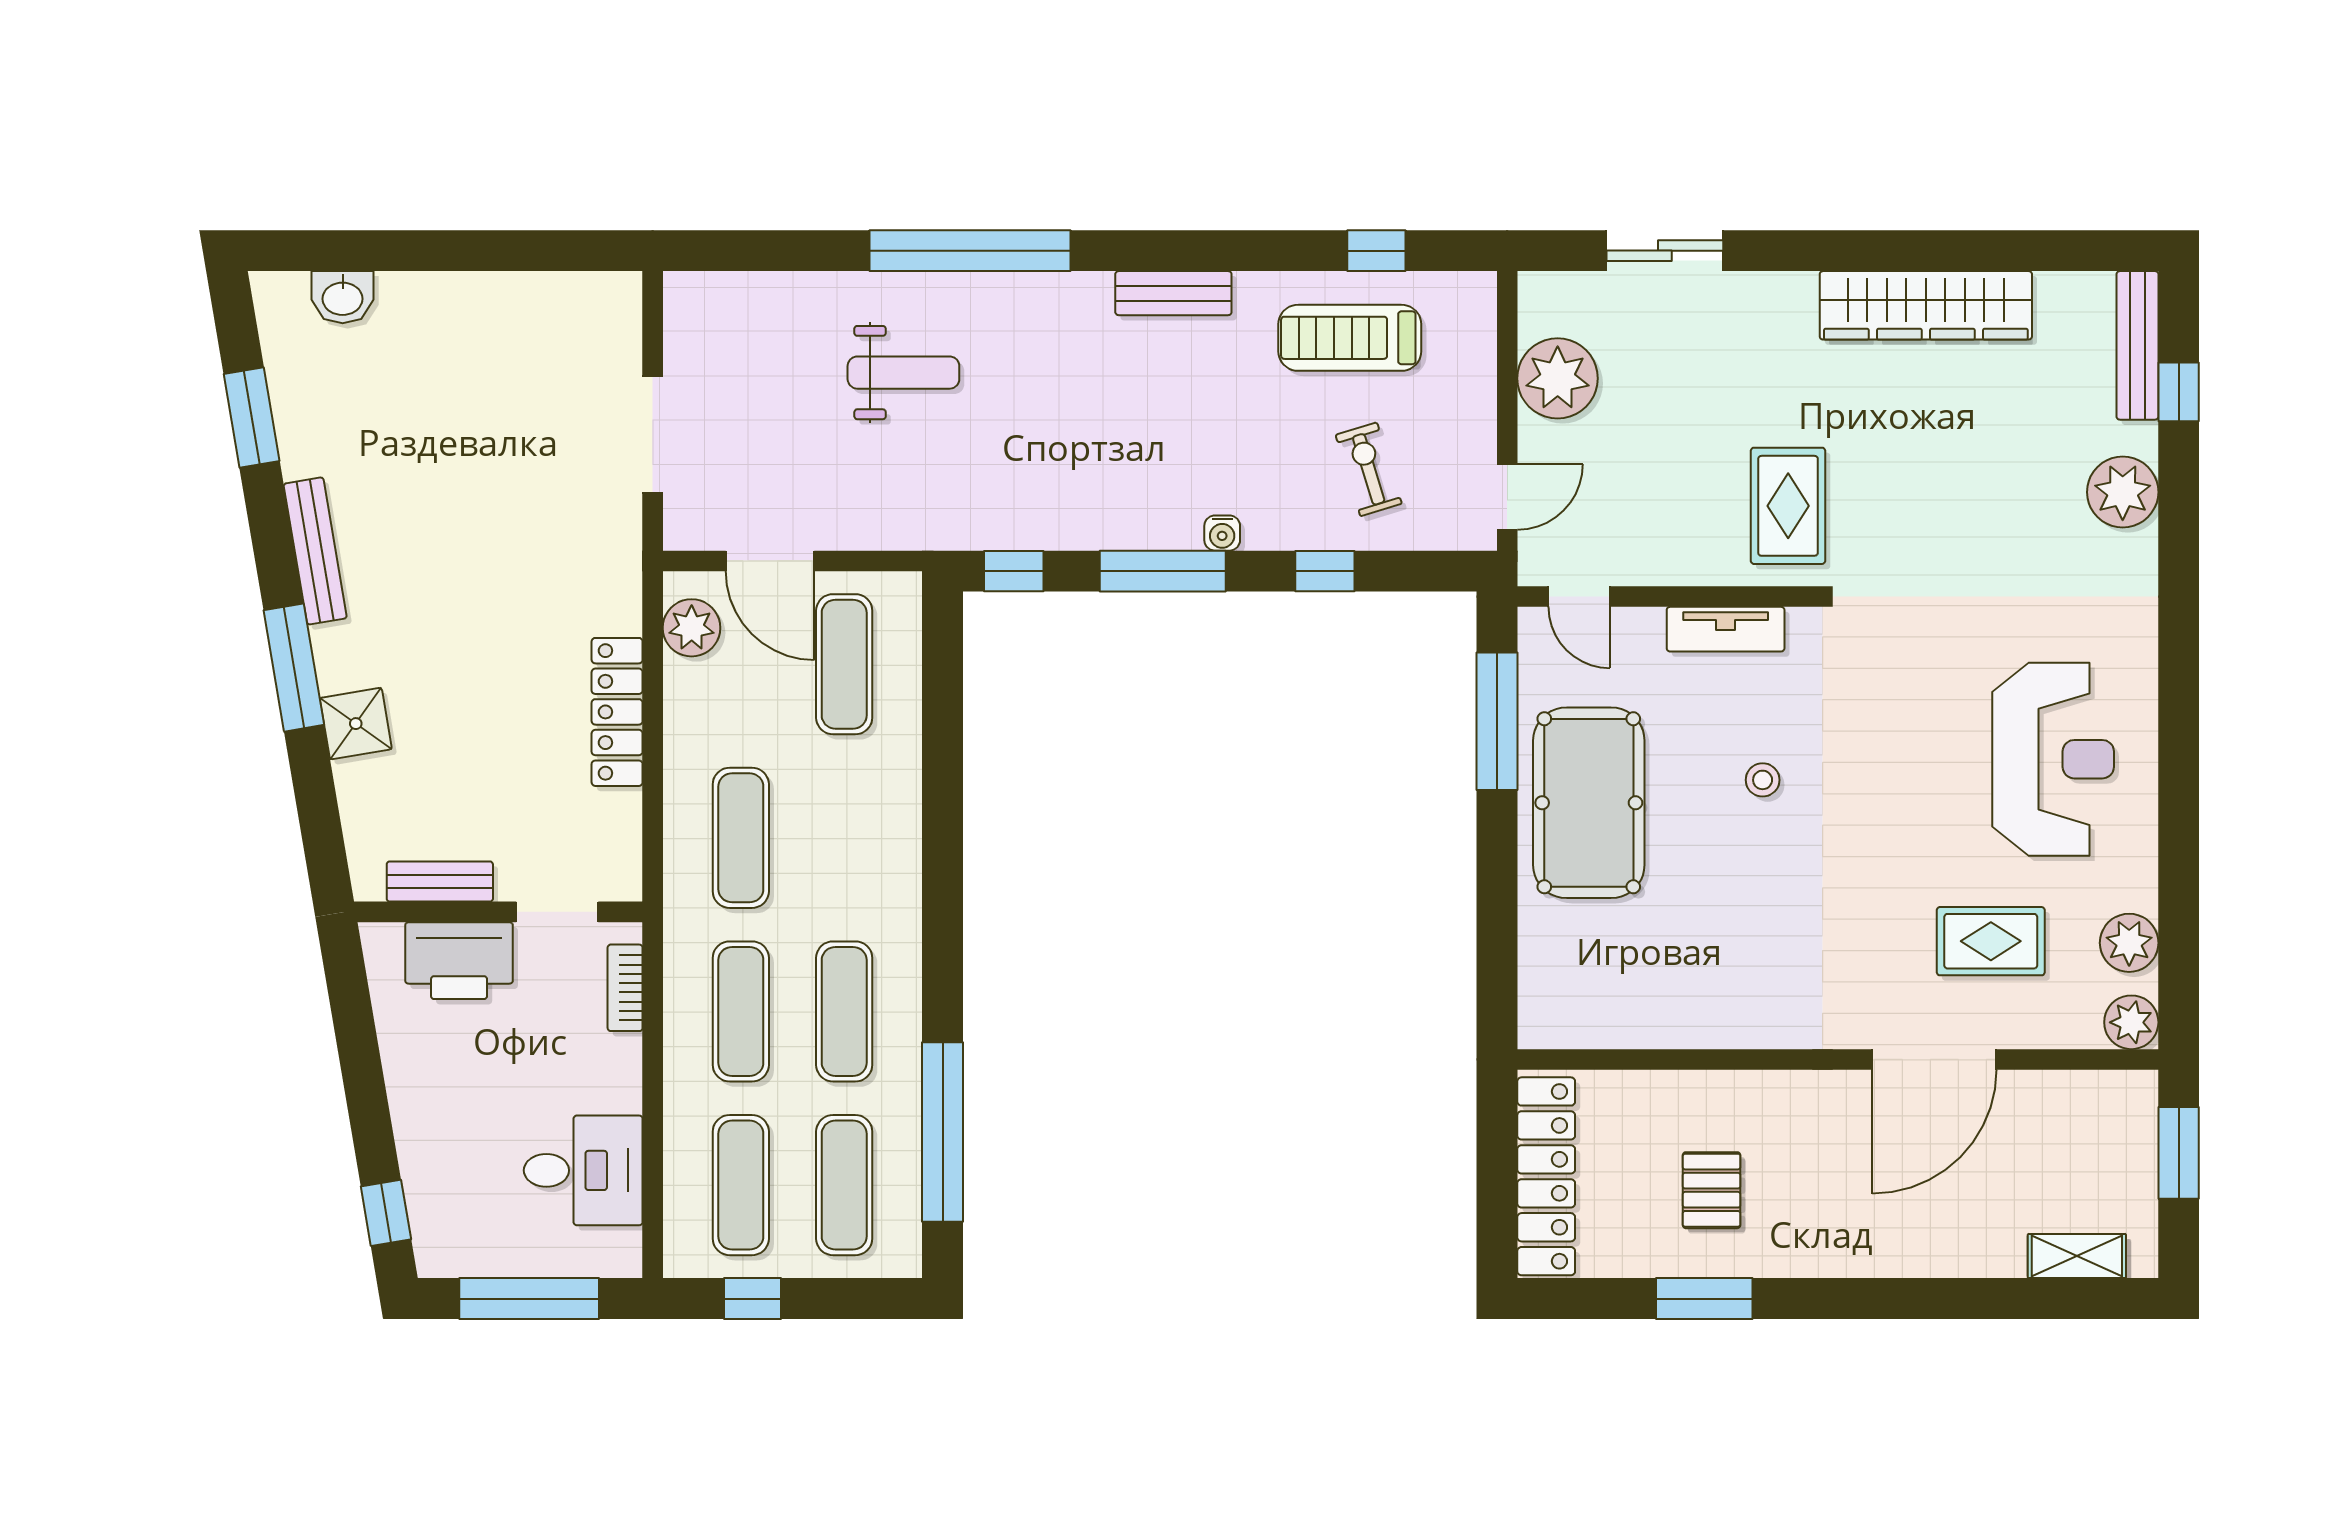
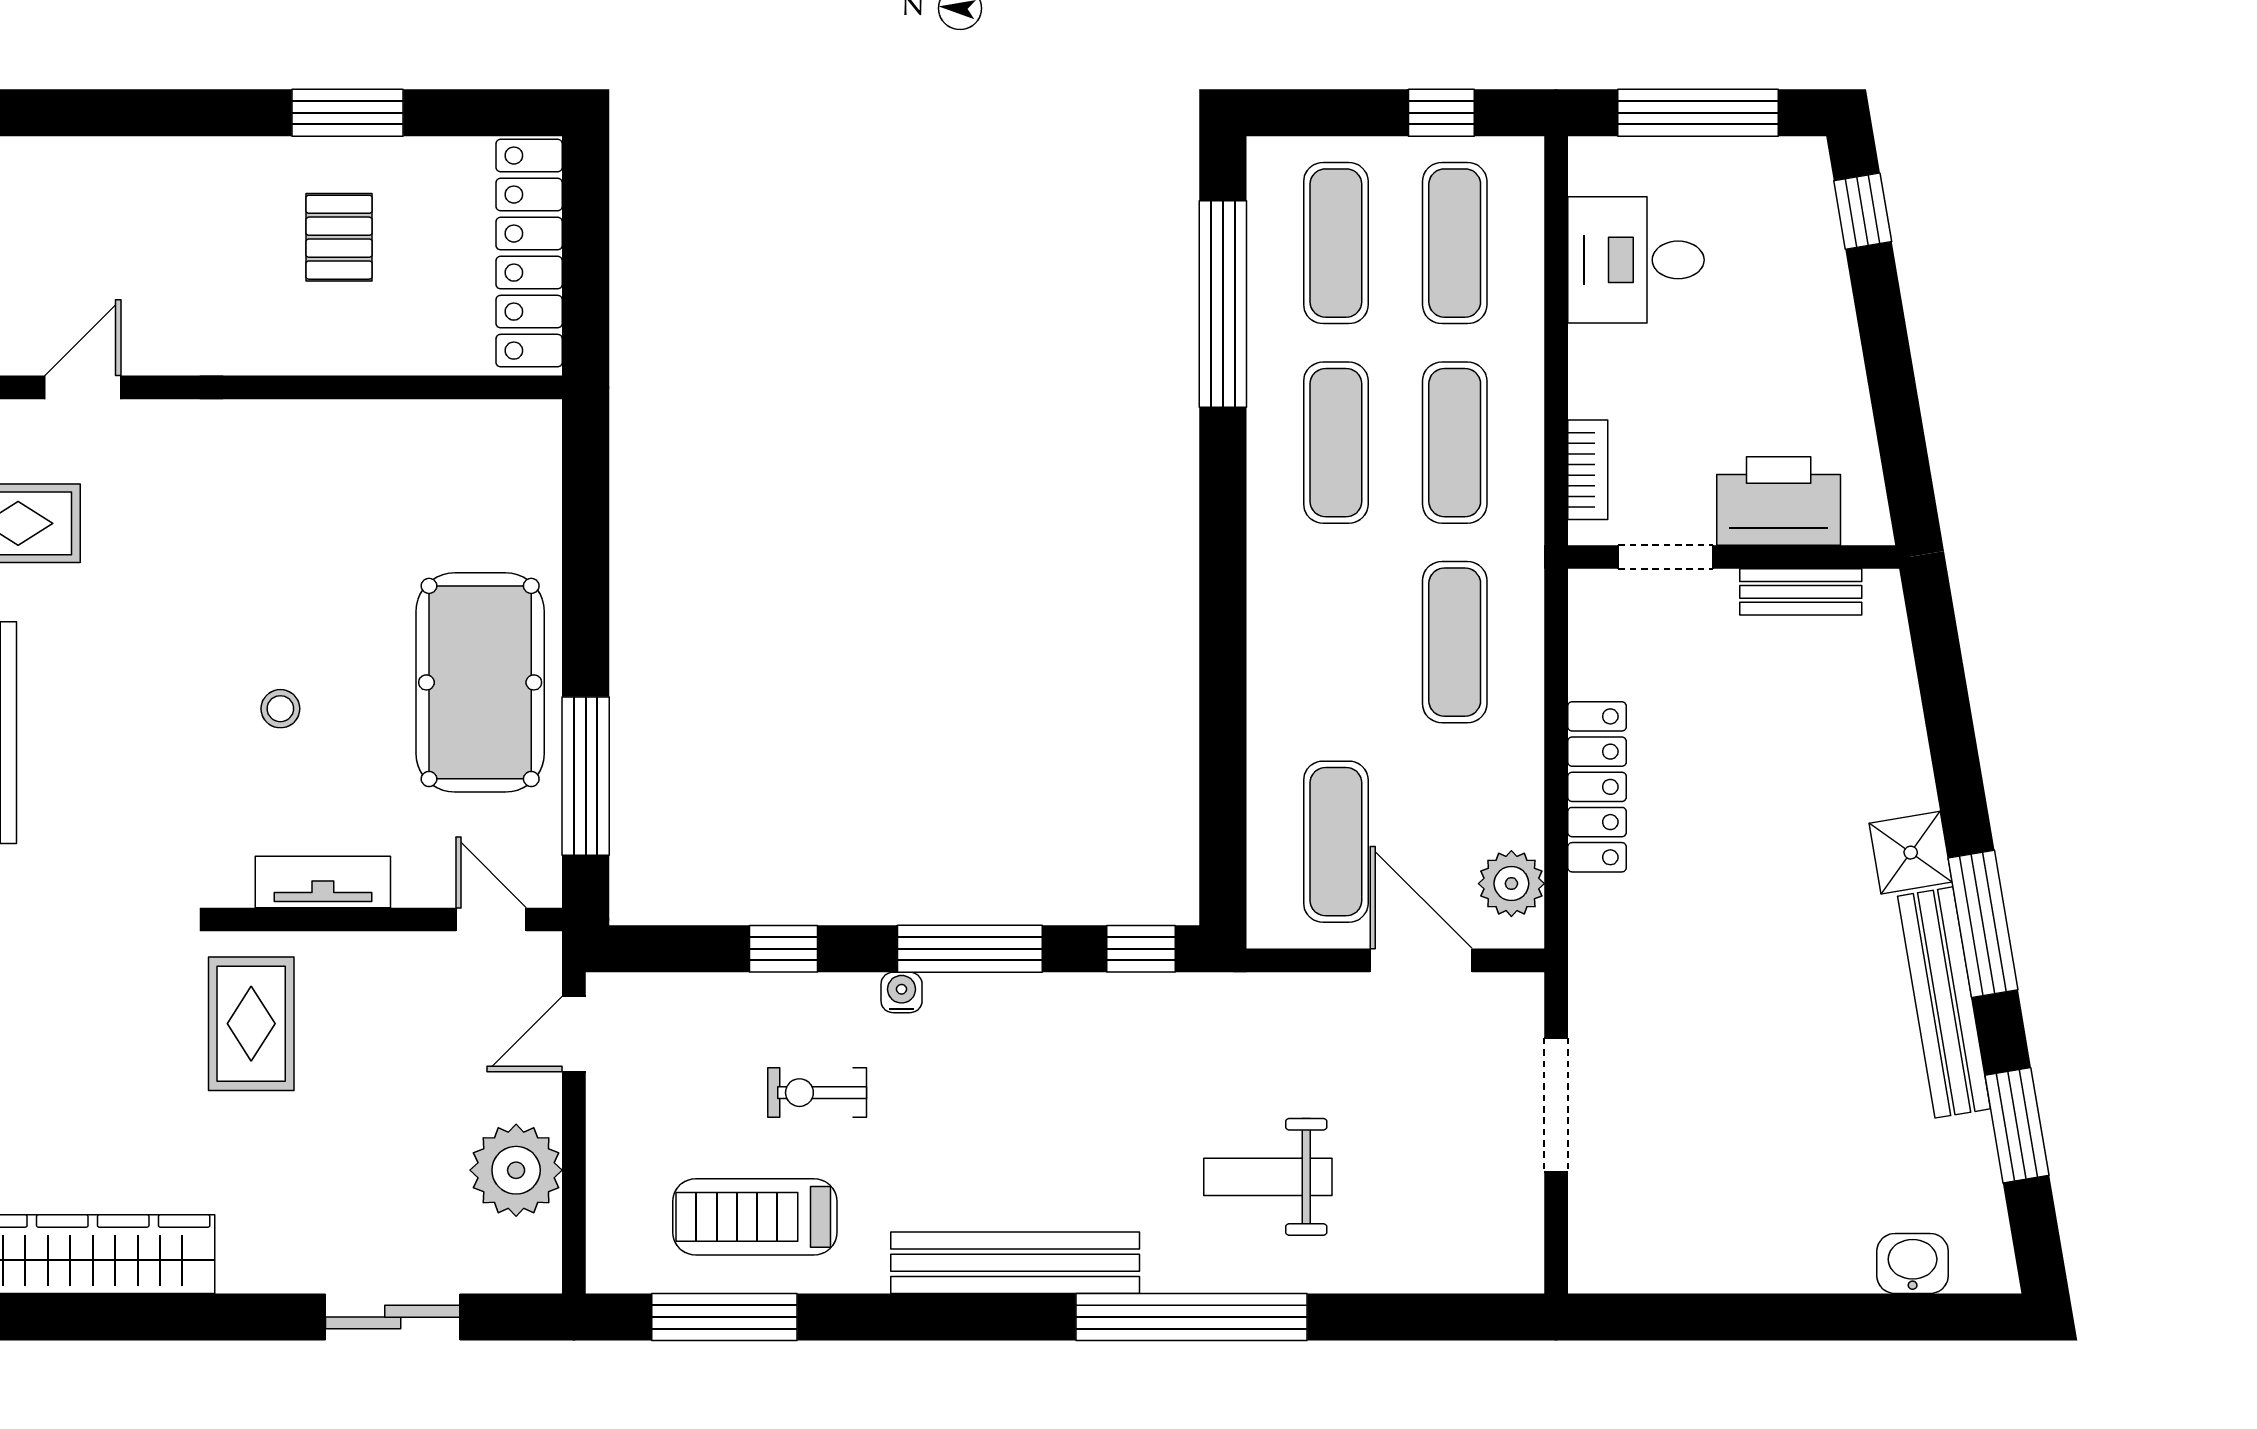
window: (1376, 251) -> (724, 1317), width x2.17
bench: (1173, 293) -> (1015, 1263), width x1.86, depth x1.21
treadmill: (1350, 338) -> (755, 1217), turned 180
exercise bike: (1369, 469) -> (817, 1093), moved, turned 107
bench: (315, 551) -> (1944, 1002), width x1.37, depth x1.21
window: (294, 668) -> (1983, 924), moved
shower: (356, 724) -> (1911, 853), moved
door: (1934, 1059) -> (83, 387), width x0.53

